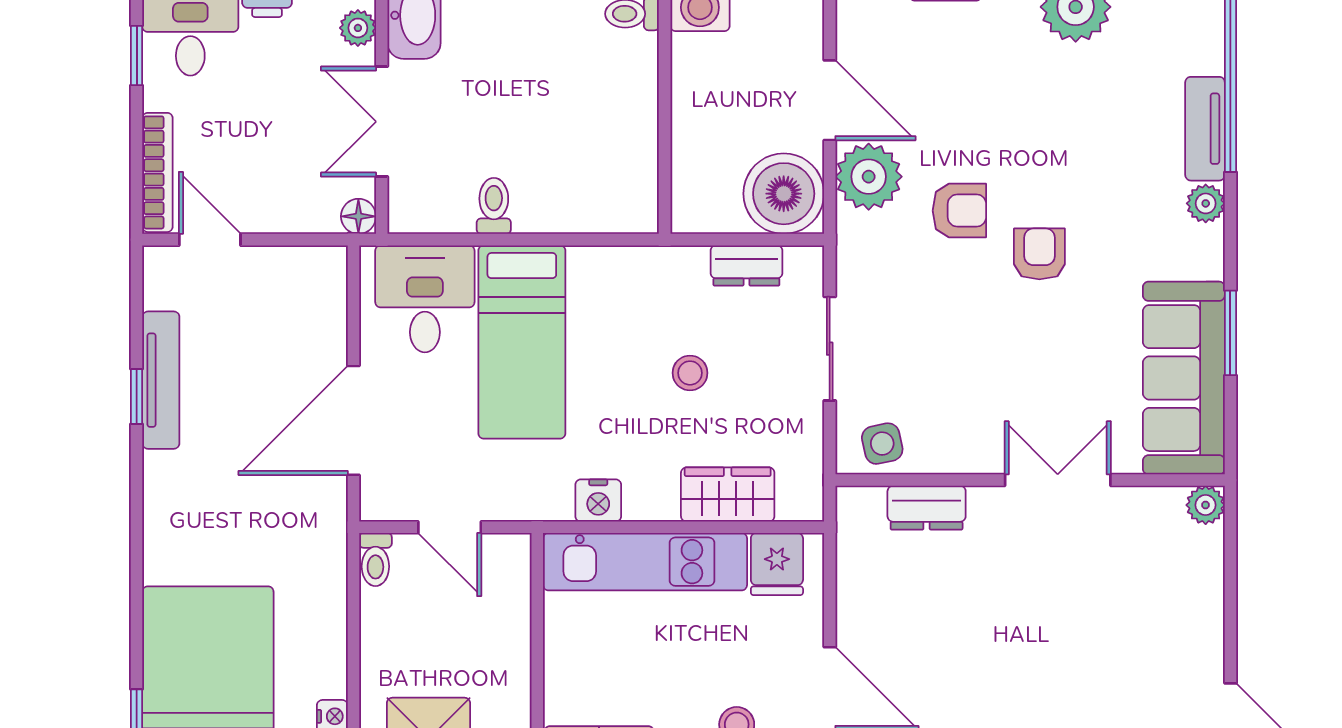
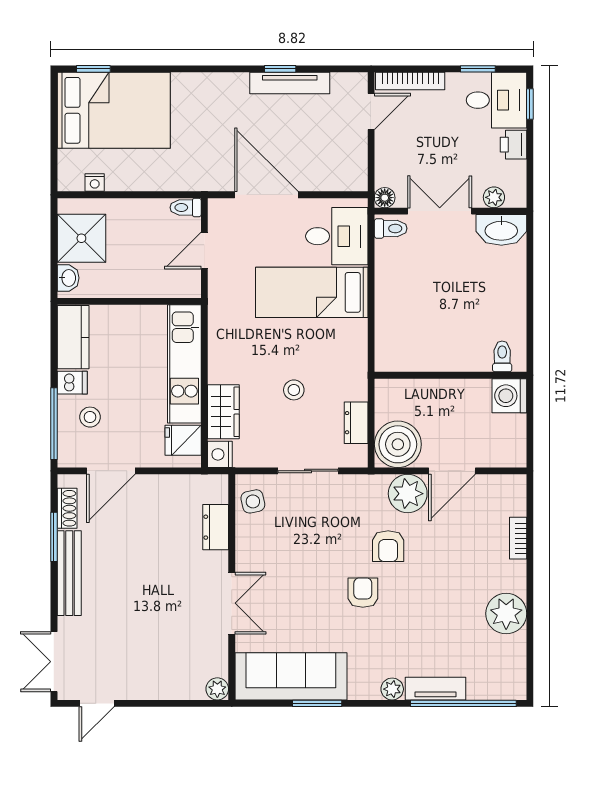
toilet: (494, 206) -> (391, 228), moved
armchair: (1039, 254) -> (363, 593), turned -90
nightstand: (598, 500) -> (220, 454), moved

